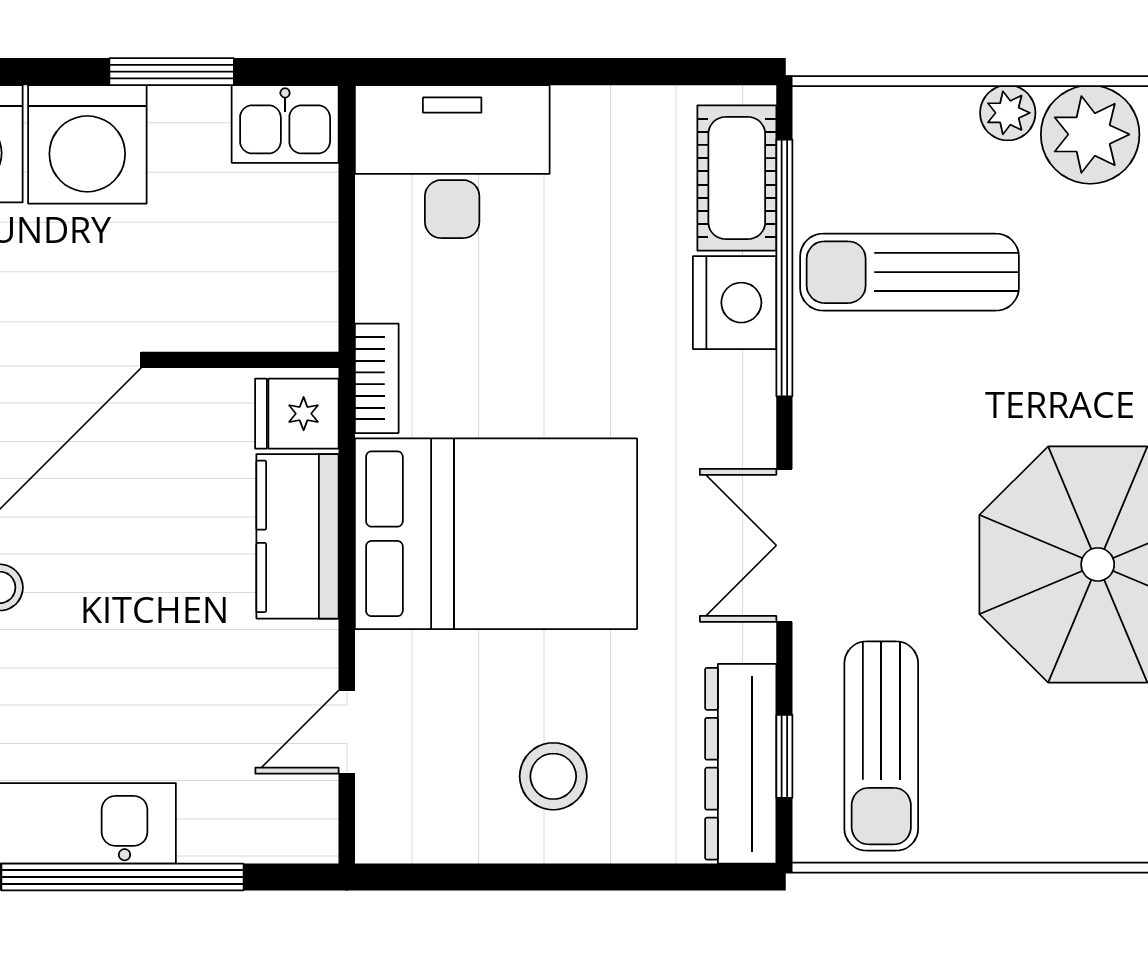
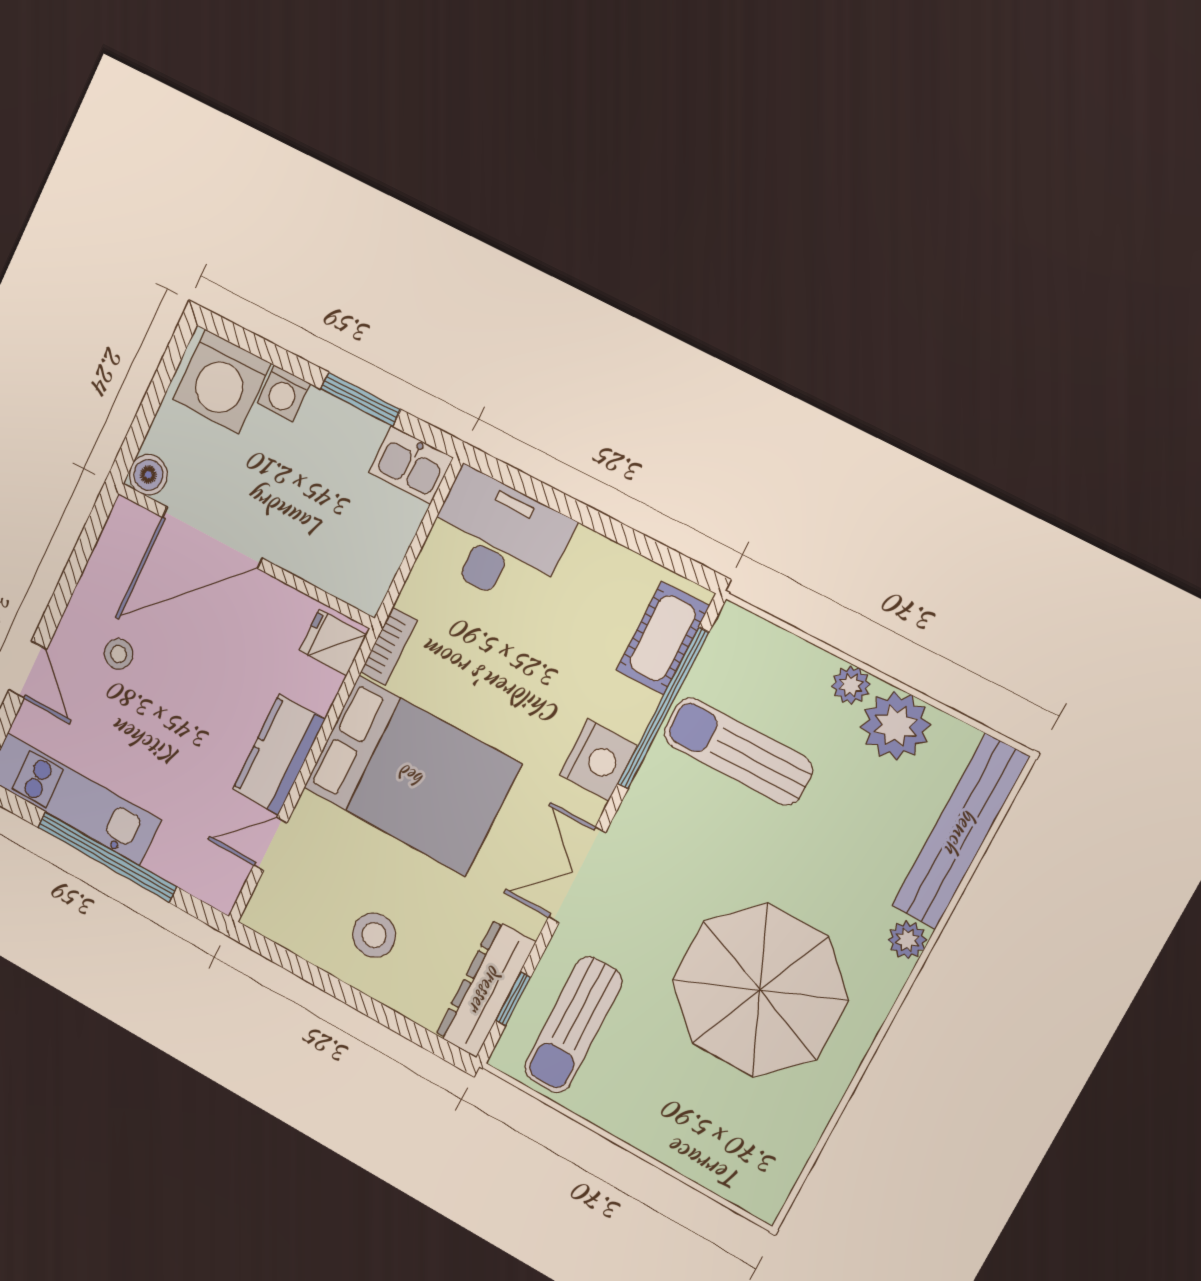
washing machine: (87, 144) -> (283, 393), width x0.53, depth x0.53
nightstand: (735, 303) -> (598, 760), moved
kitchen counter: (297, 536) -> (279, 755), moved

